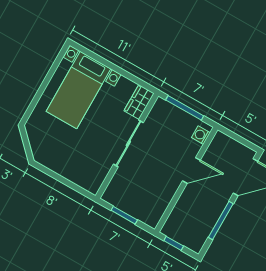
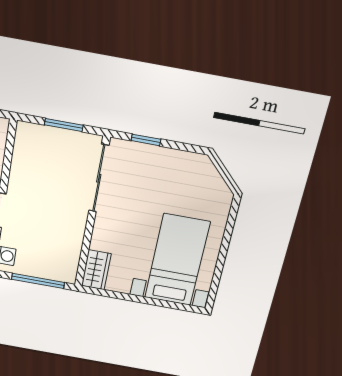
sliding door: (128, 143) -> (99, 178), moved
window: (72, 185) -> (146, 140), added

